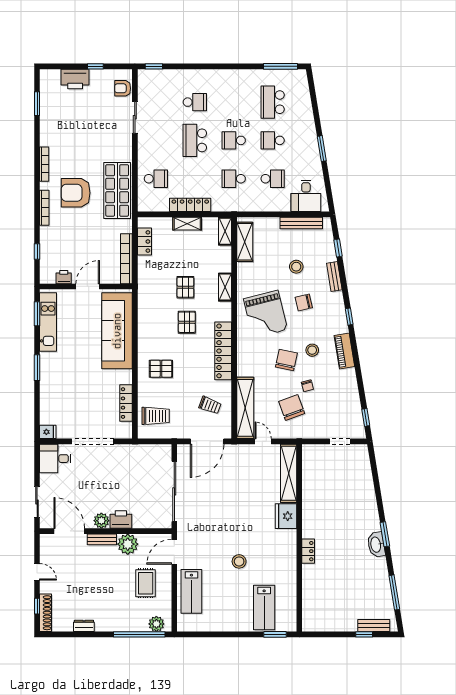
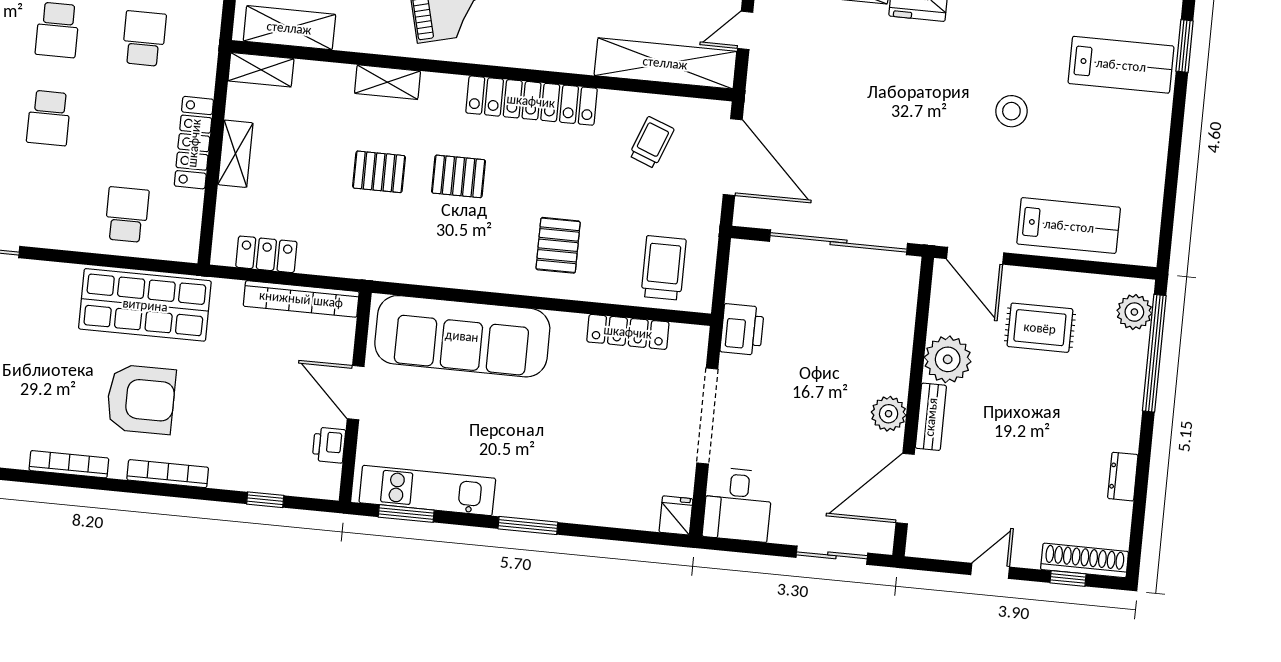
school desk: (195, 140) -> (49, 118), width x0.54
school desk: (234, 179) -> (144, 38), turned 180
armchair: (76, 193) -> (141, 399), turned -90
printer: (121, 520) -> (742, 329), moved, turned 180

